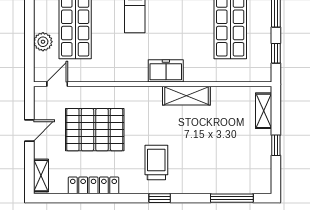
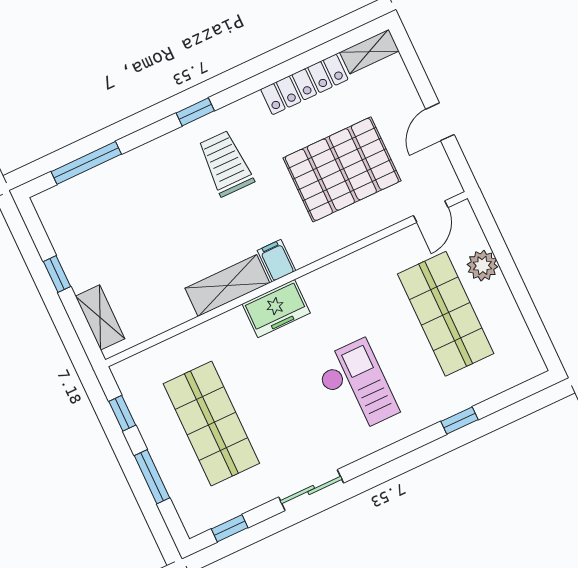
filing cabinet: (153, 97) -> (277, 261), added
trolley: (156, 162) -> (226, 163), turned 180
shelving: (41, 176) -> (369, 52), moved, turned 90

